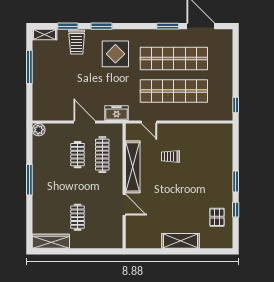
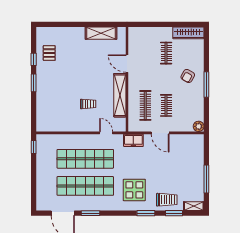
trolley: (77, 42) -> (167, 200), turned 90
armchair: (52, 190) -> (188, 76), added
shelving: (181, 241) -> (101, 33), moved

